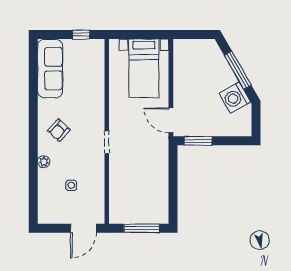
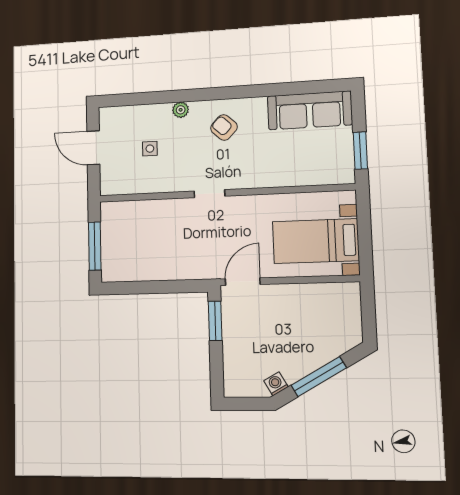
window: (81, 35) -> (360, 151), width x1.50
washing machine: (235, 98) -> (276, 384), width x0.53, depth x0.53
door: (84, 228) -> (93, 148), moved

